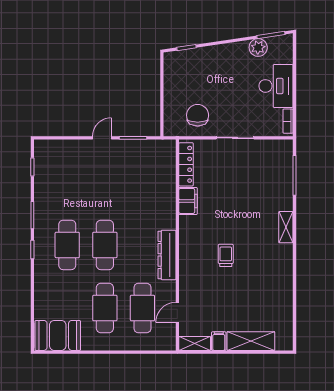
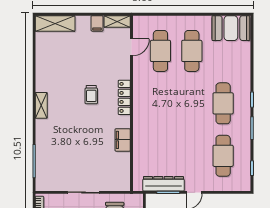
locker: (186, 164) -> (124, 97), moved
shelving: (286, 227) -> (41, 105), moved
cafe table: (105, 245) -> (223, 156), moved
dresser: (167, 255) -> (163, 184), moved, turned -90
shelving: (251, 341) -> (55, 23), moved

